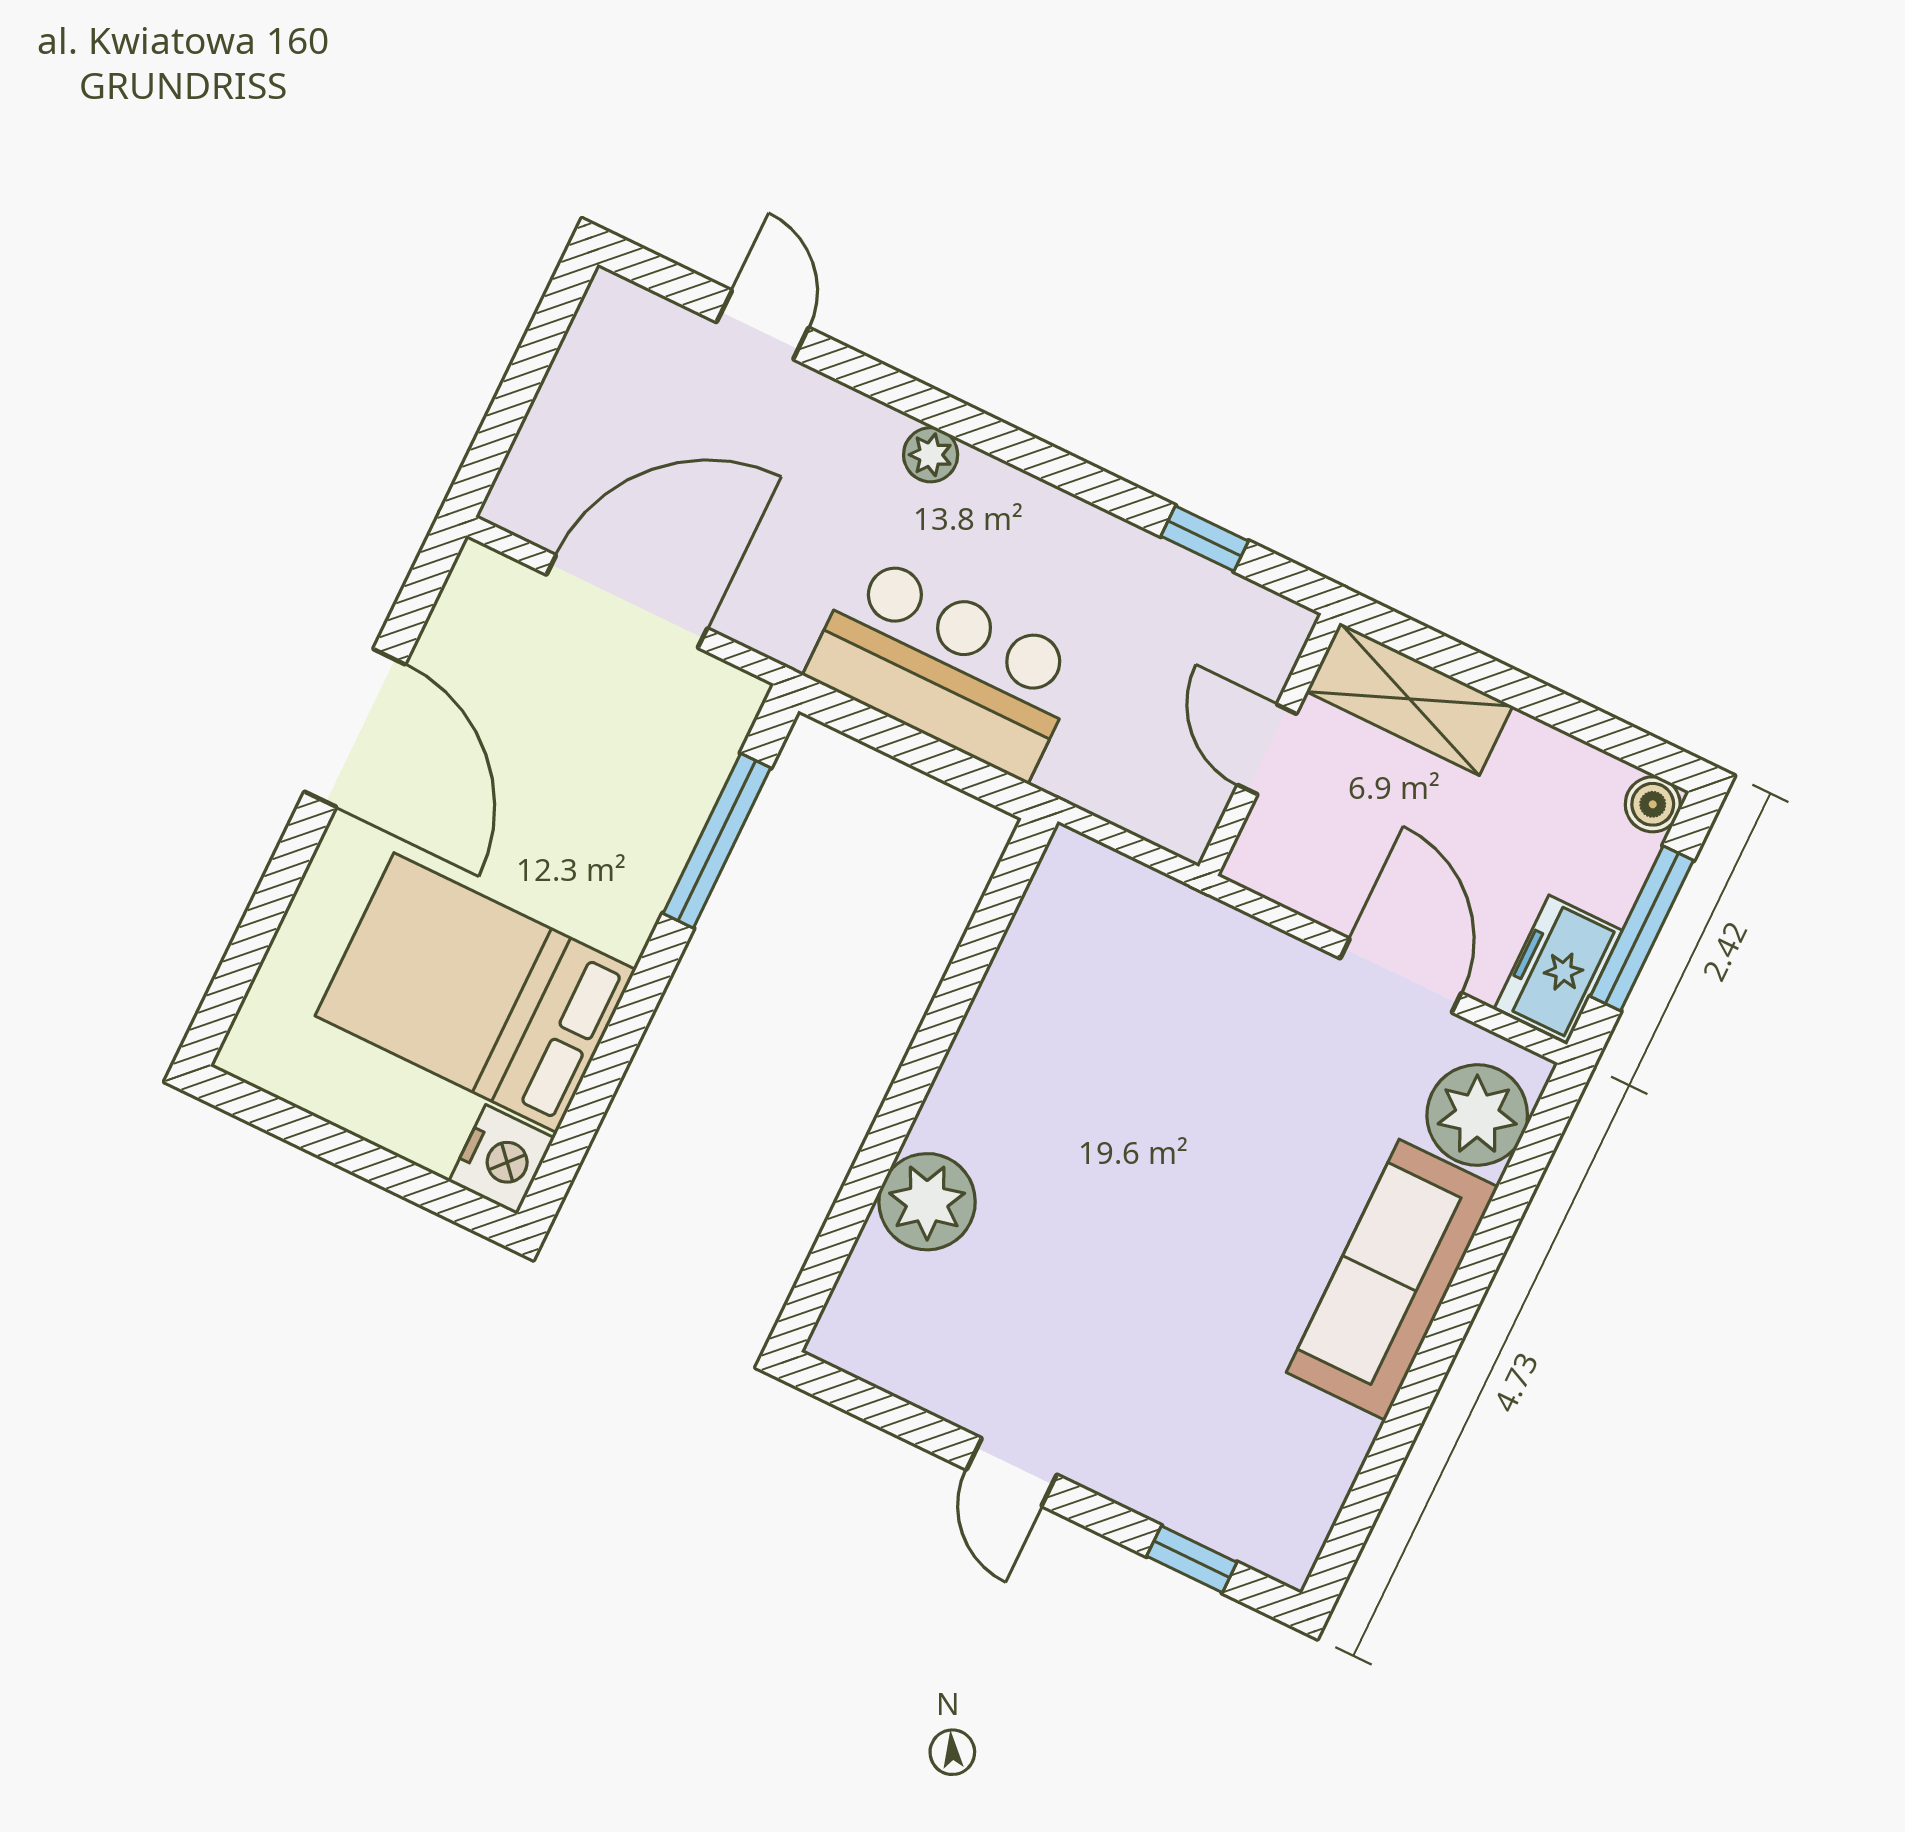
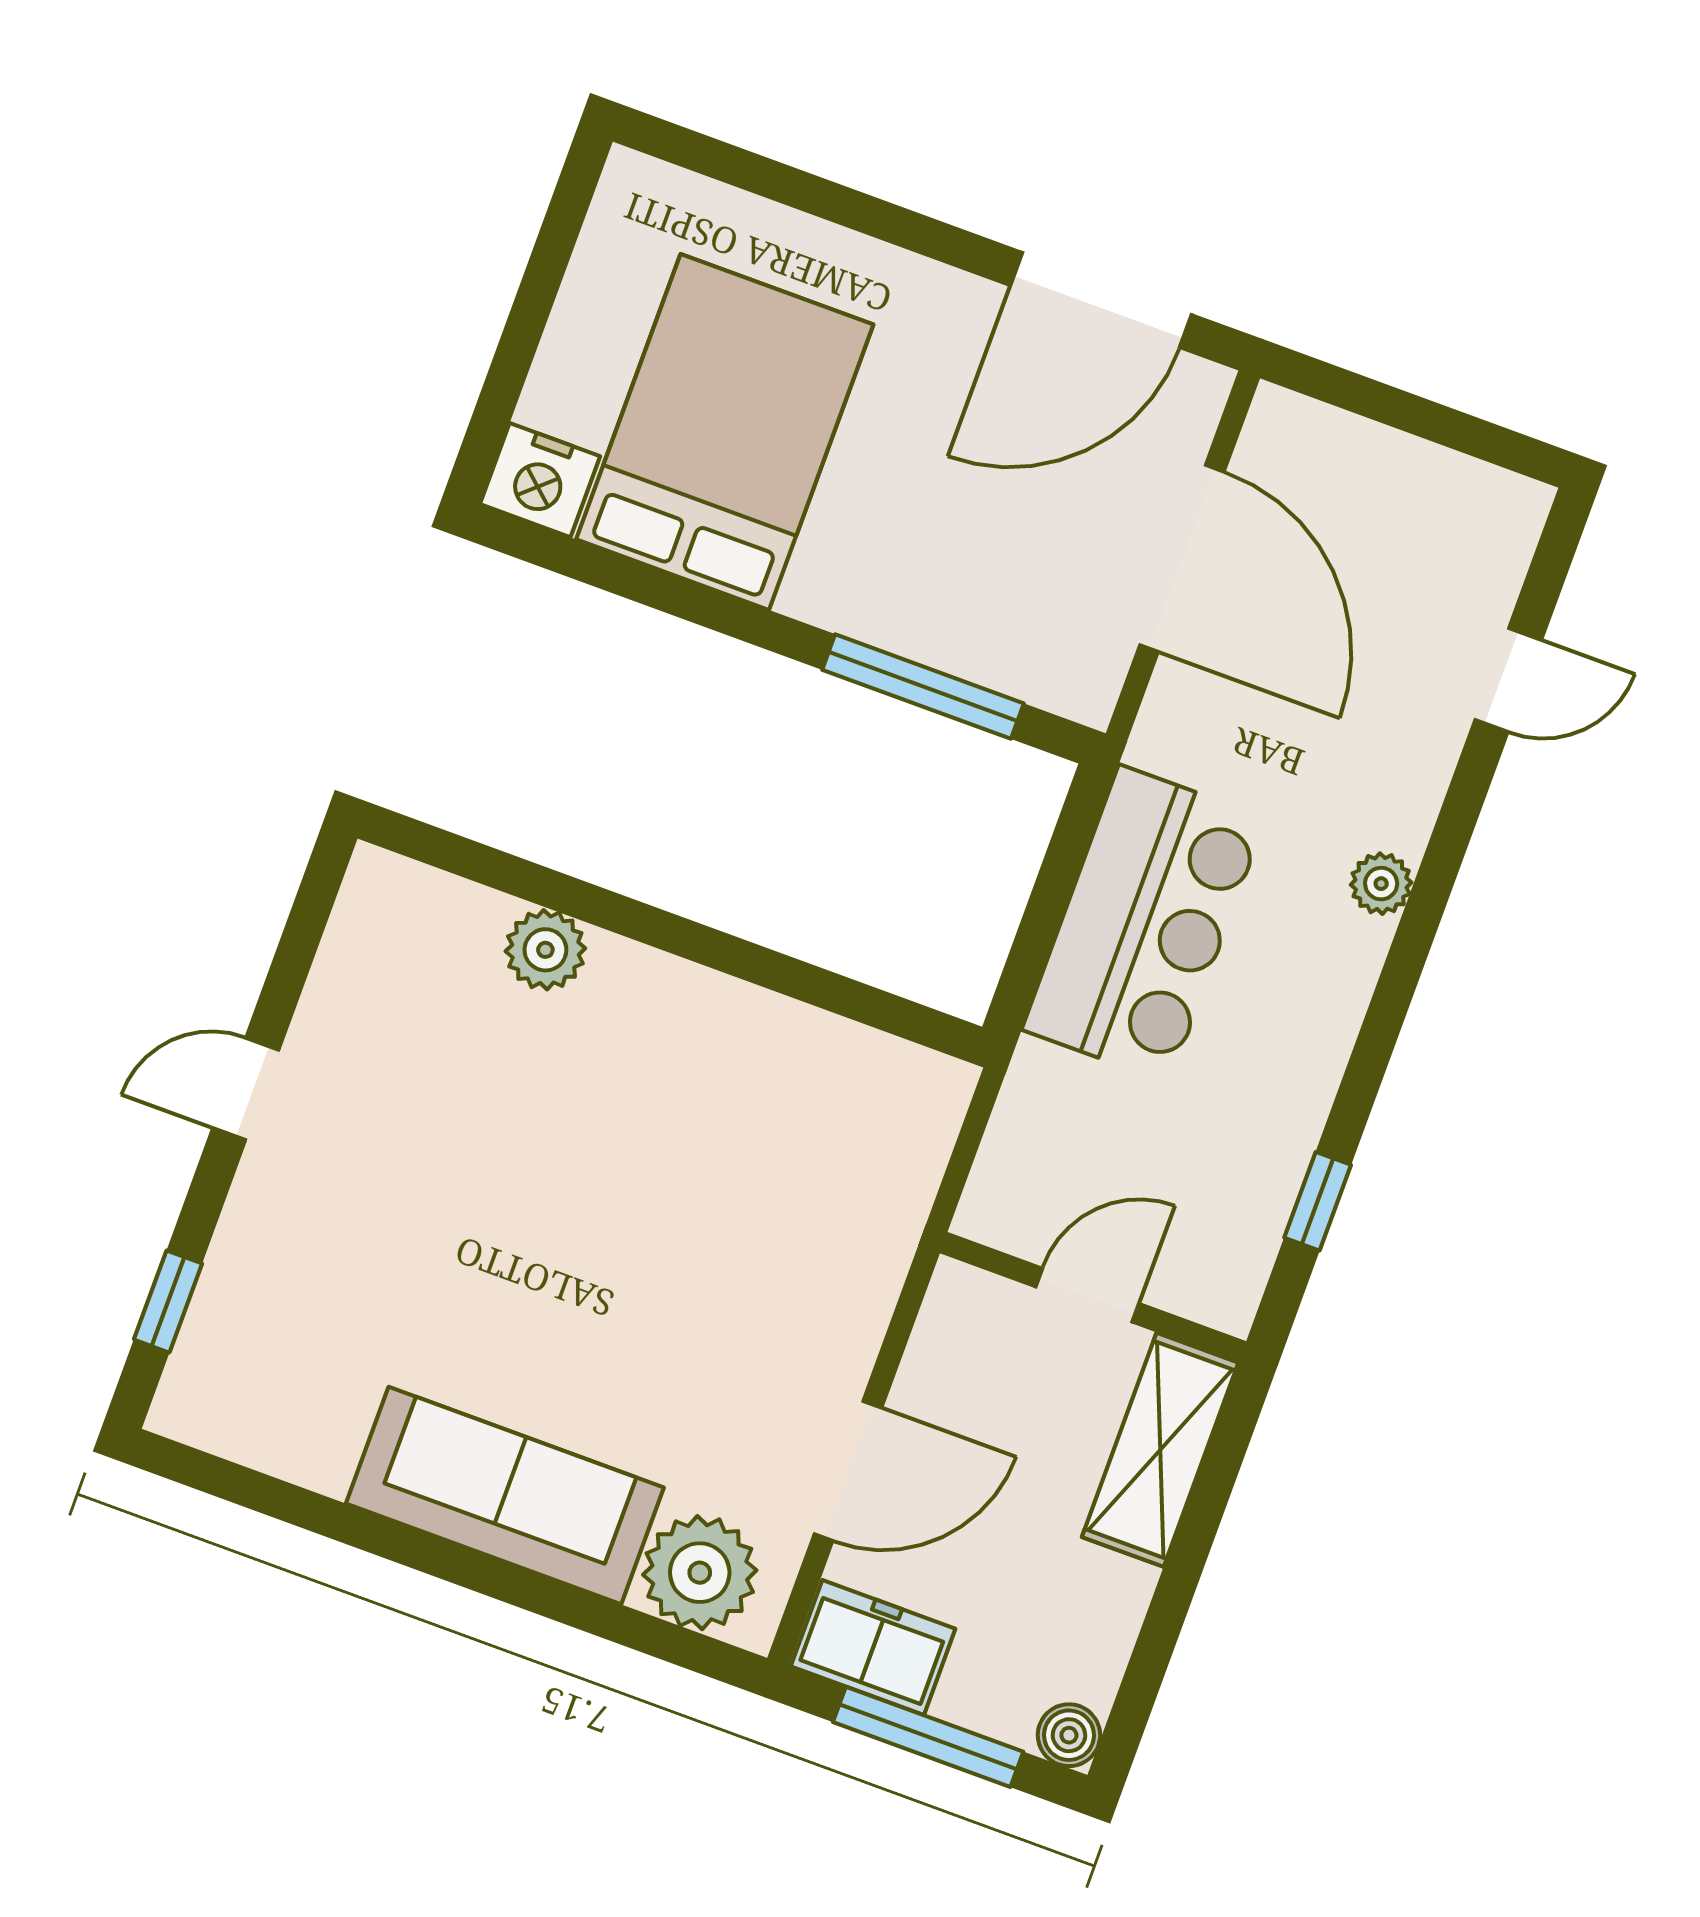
door: (355, 728) -> (1101, 300), moved
plant: (927, 1202) -> (545, 950), width x0.73, depth x0.73

